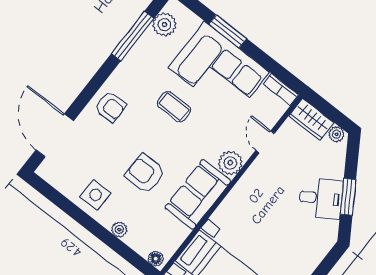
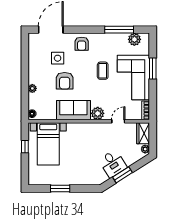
armchair: (145, 174) -> (65, 81), turned 180
side table: (96, 195) -> (58, 58), moved

